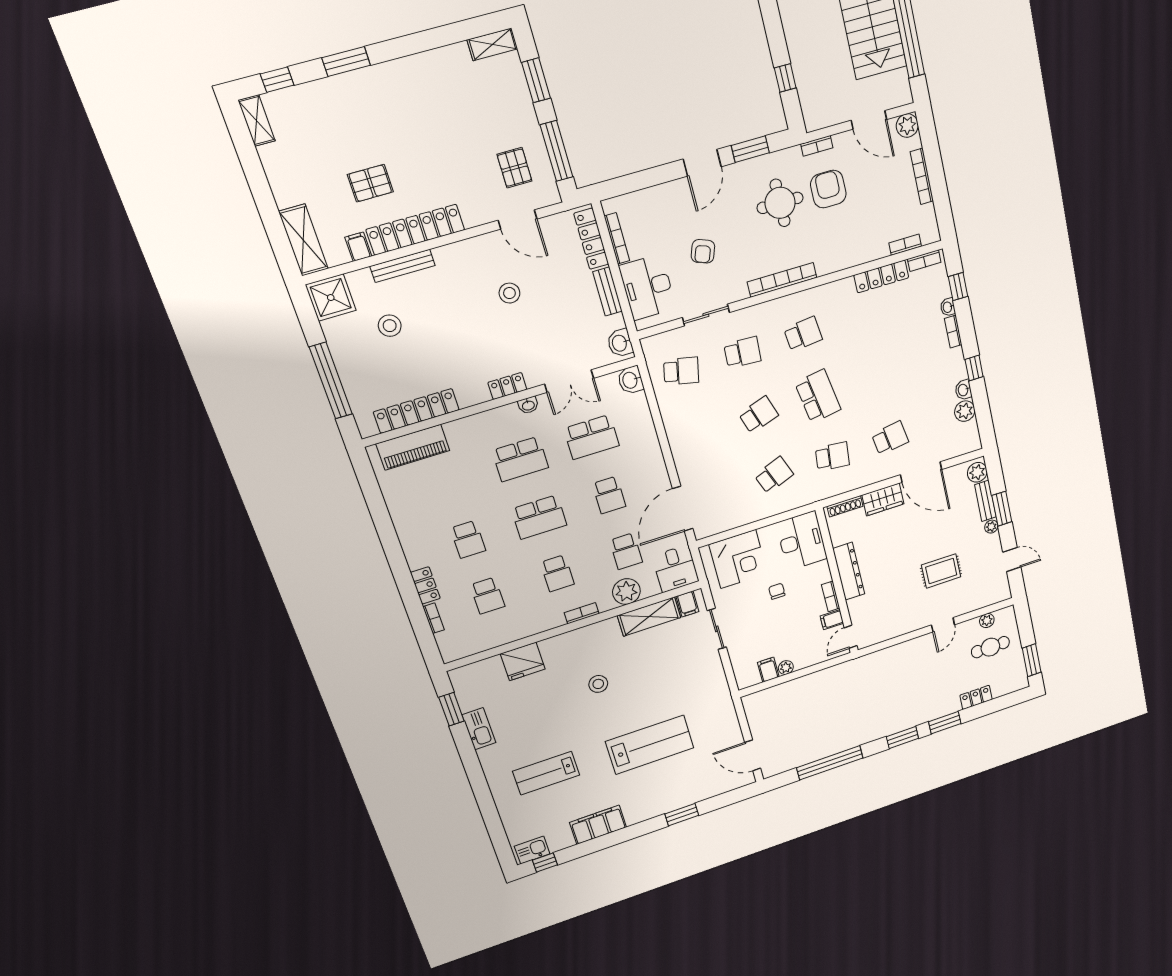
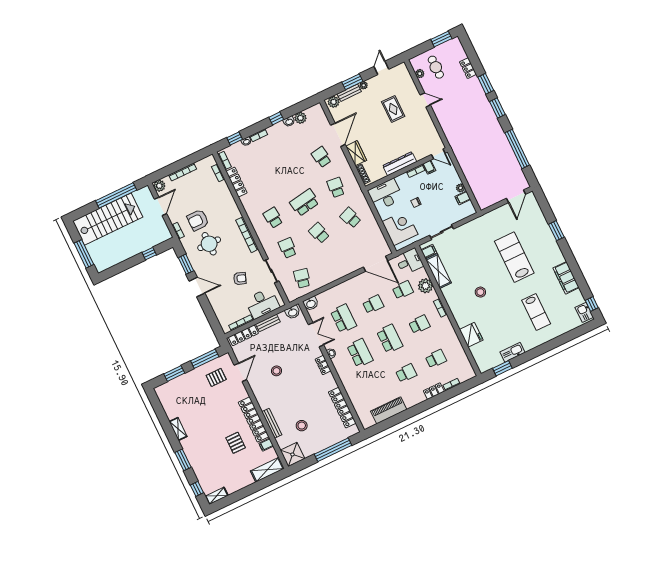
shelving: (492, 44) -> (178, 429), moved
piano: (413, 447) -> (389, 410), moved, turned -90

